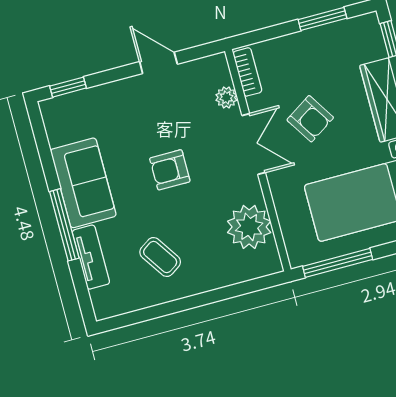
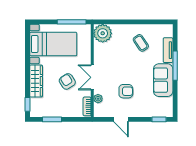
armchair: (170, 170) -> (126, 91), moved
plant: (249, 227) -> (103, 33), moved

